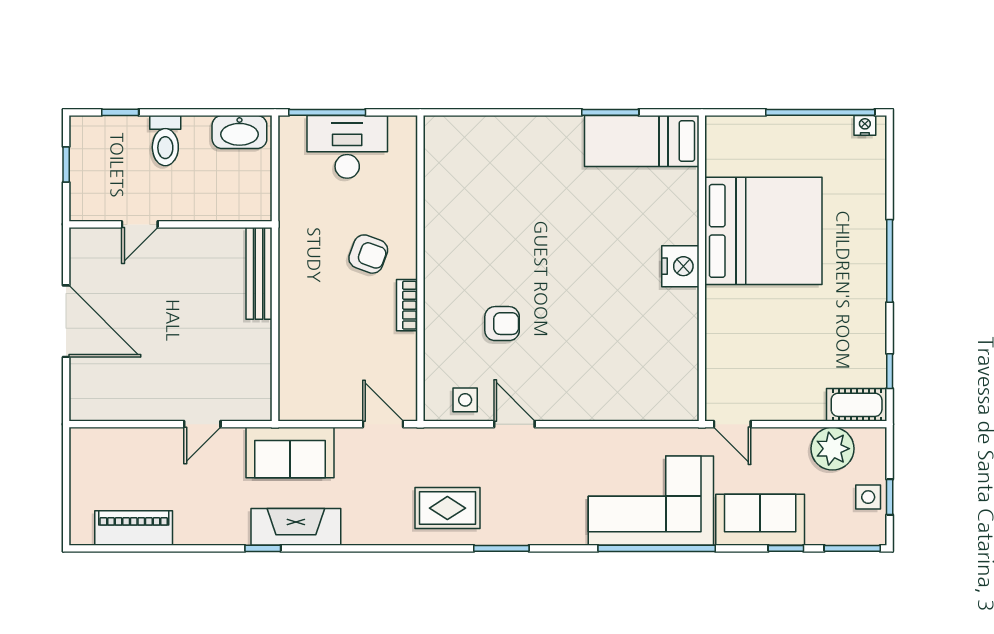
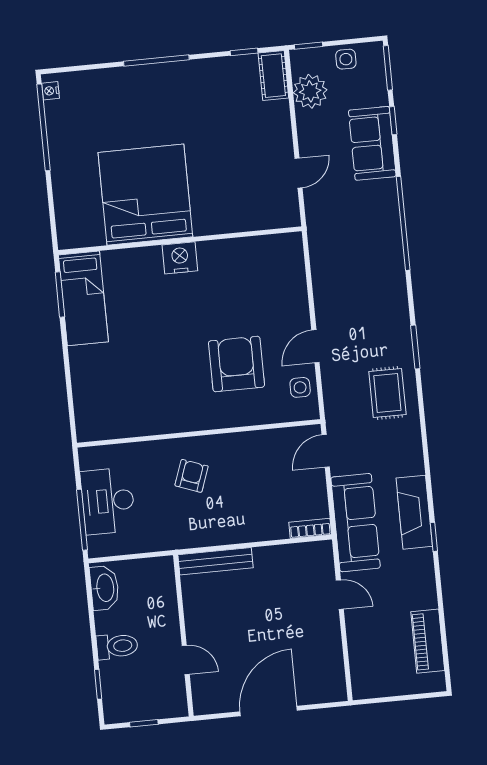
bed: (642, 141) -> (83, 298), moved
bed: (763, 231) -> (145, 195), moved
nightstand: (680, 266) -> (180, 258), moved
wall: (702, 268) -> (180, 241), moved
bookcase: (407, 305) -> (310, 528), moved, turned 180
armchair: (502, 324) -> (236, 364), width x1.88, depth x1.88
sofa: (290, 453) -> (356, 523), width x1.36
window: (890, 497) -> (309, 46), moved
corner sofa: (651, 501) -> (366, 232), removed

